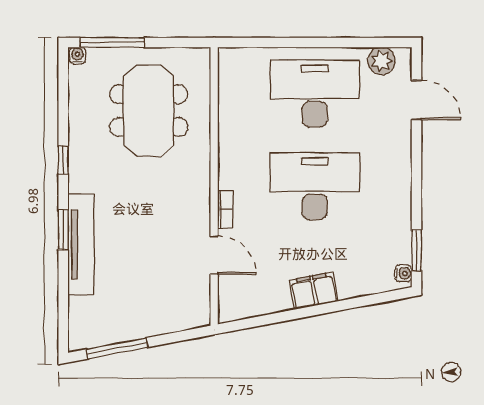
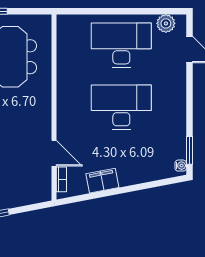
bookcase: (225, 209) -> (61, 179), moved
filing cabinet: (314, 291) -> (102, 181), moved

